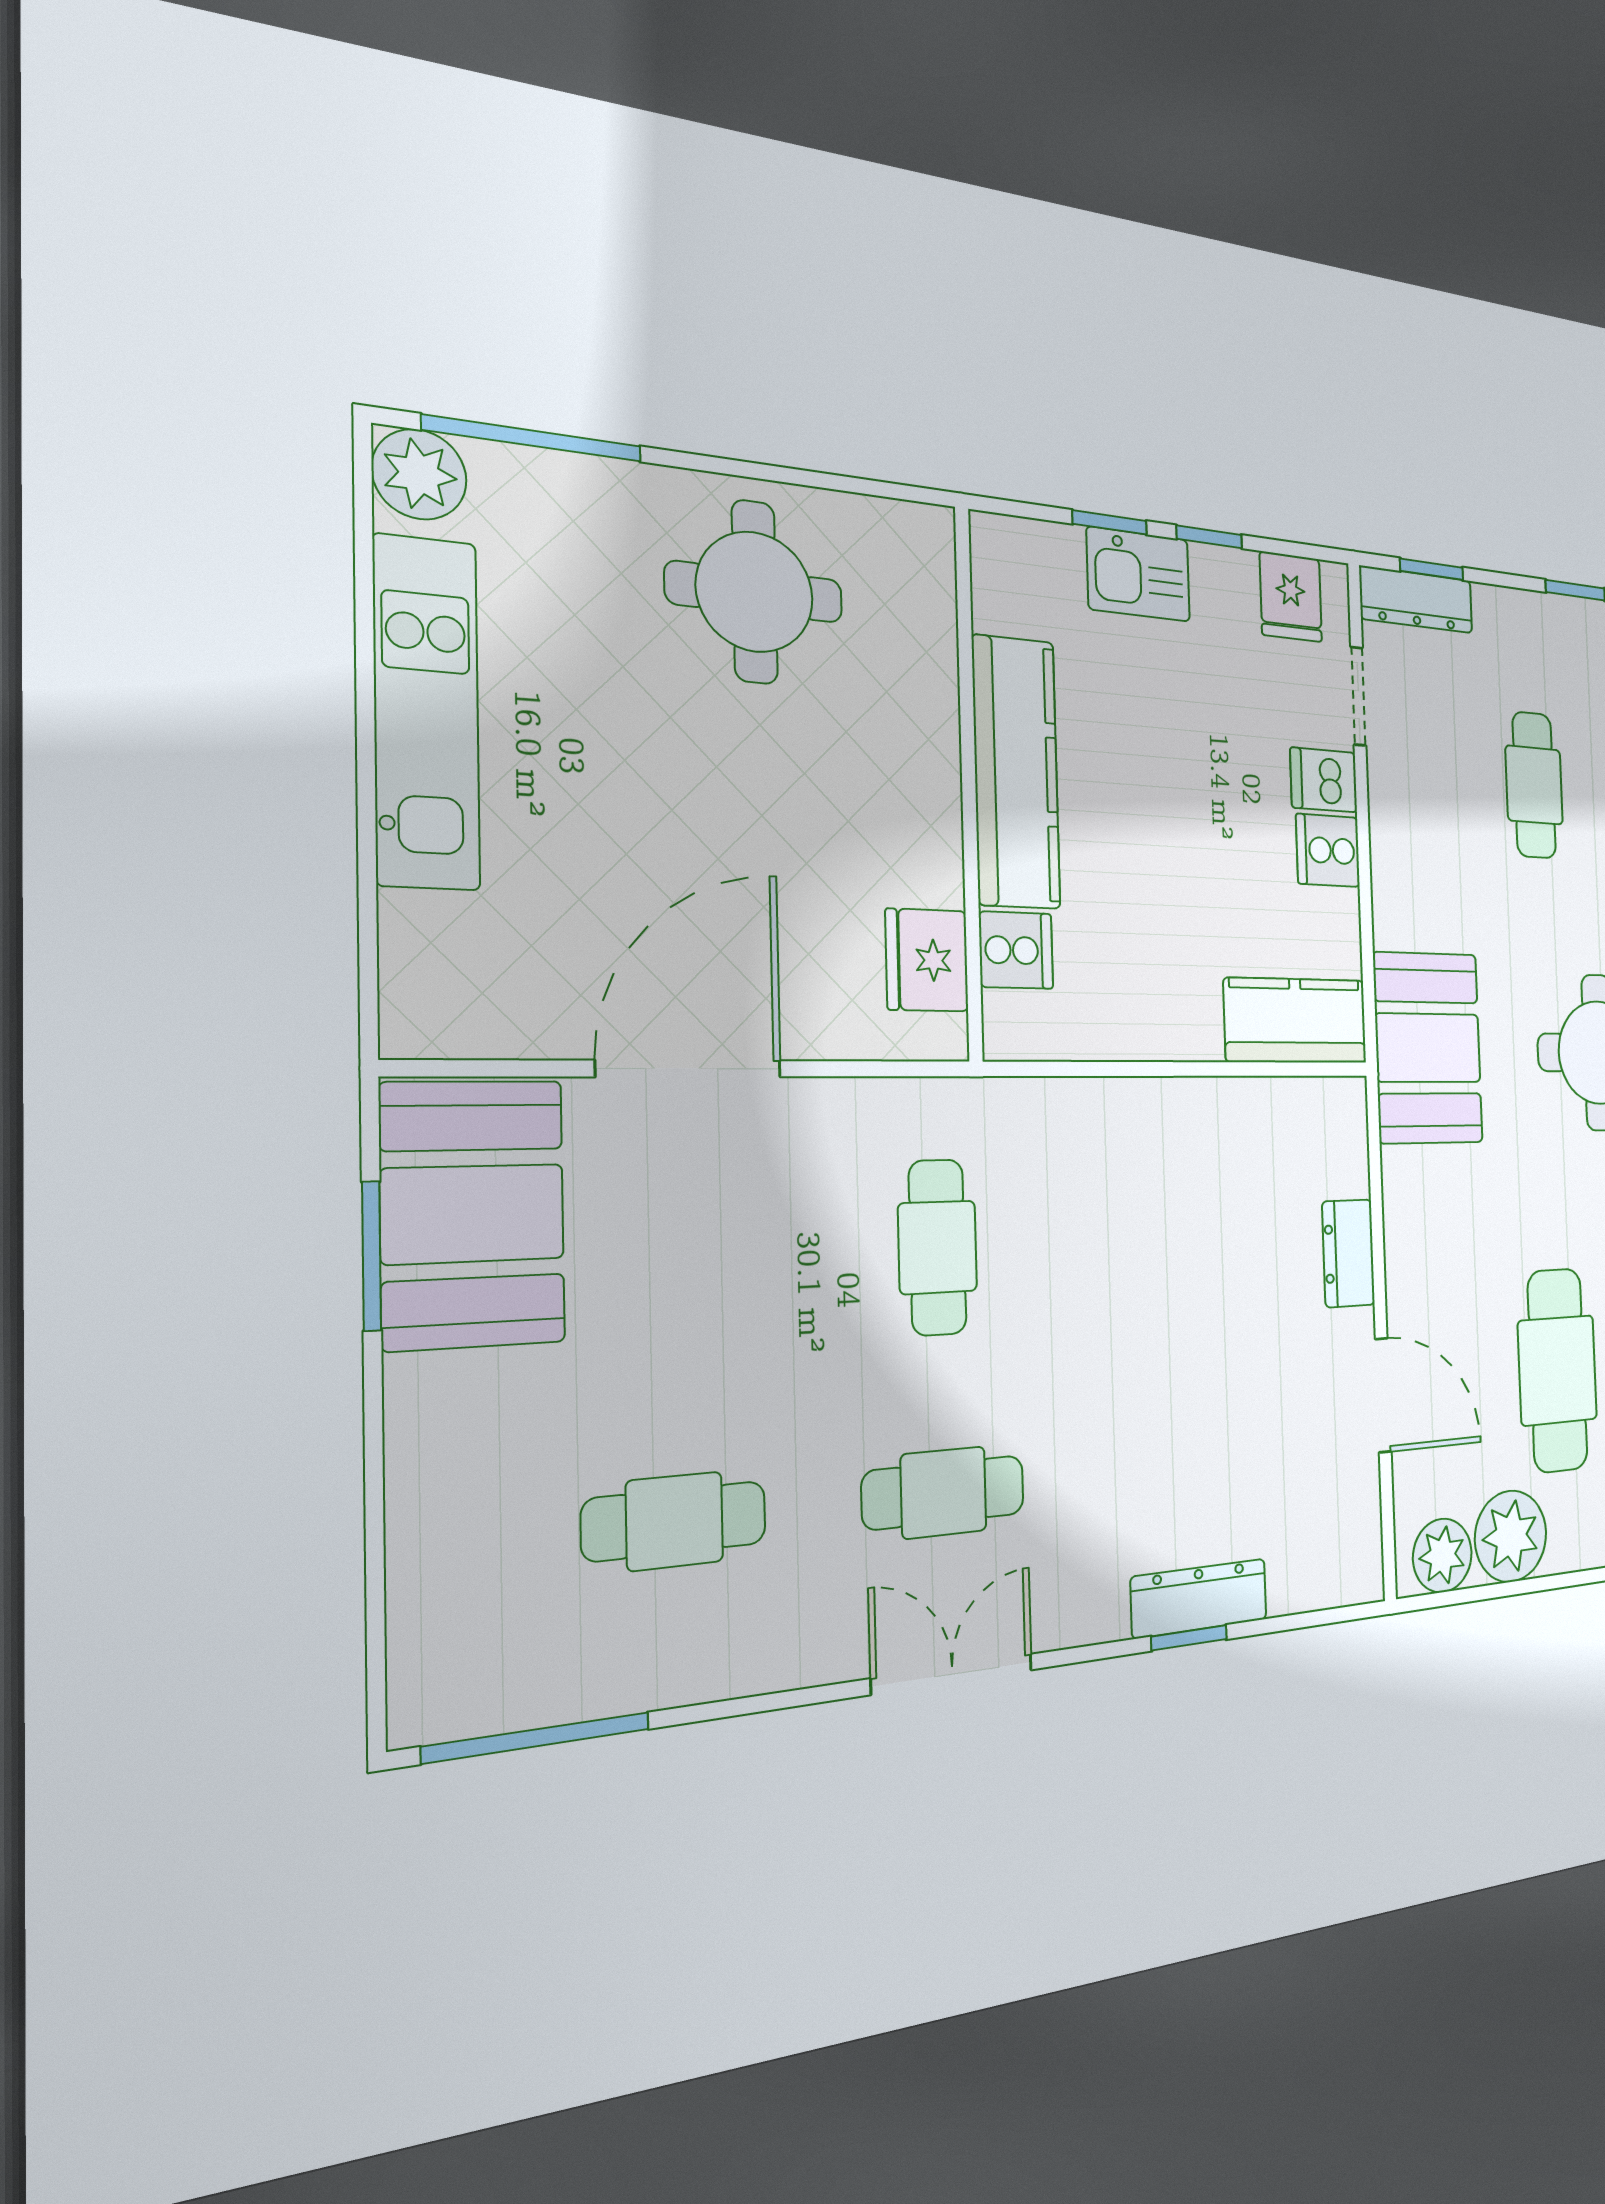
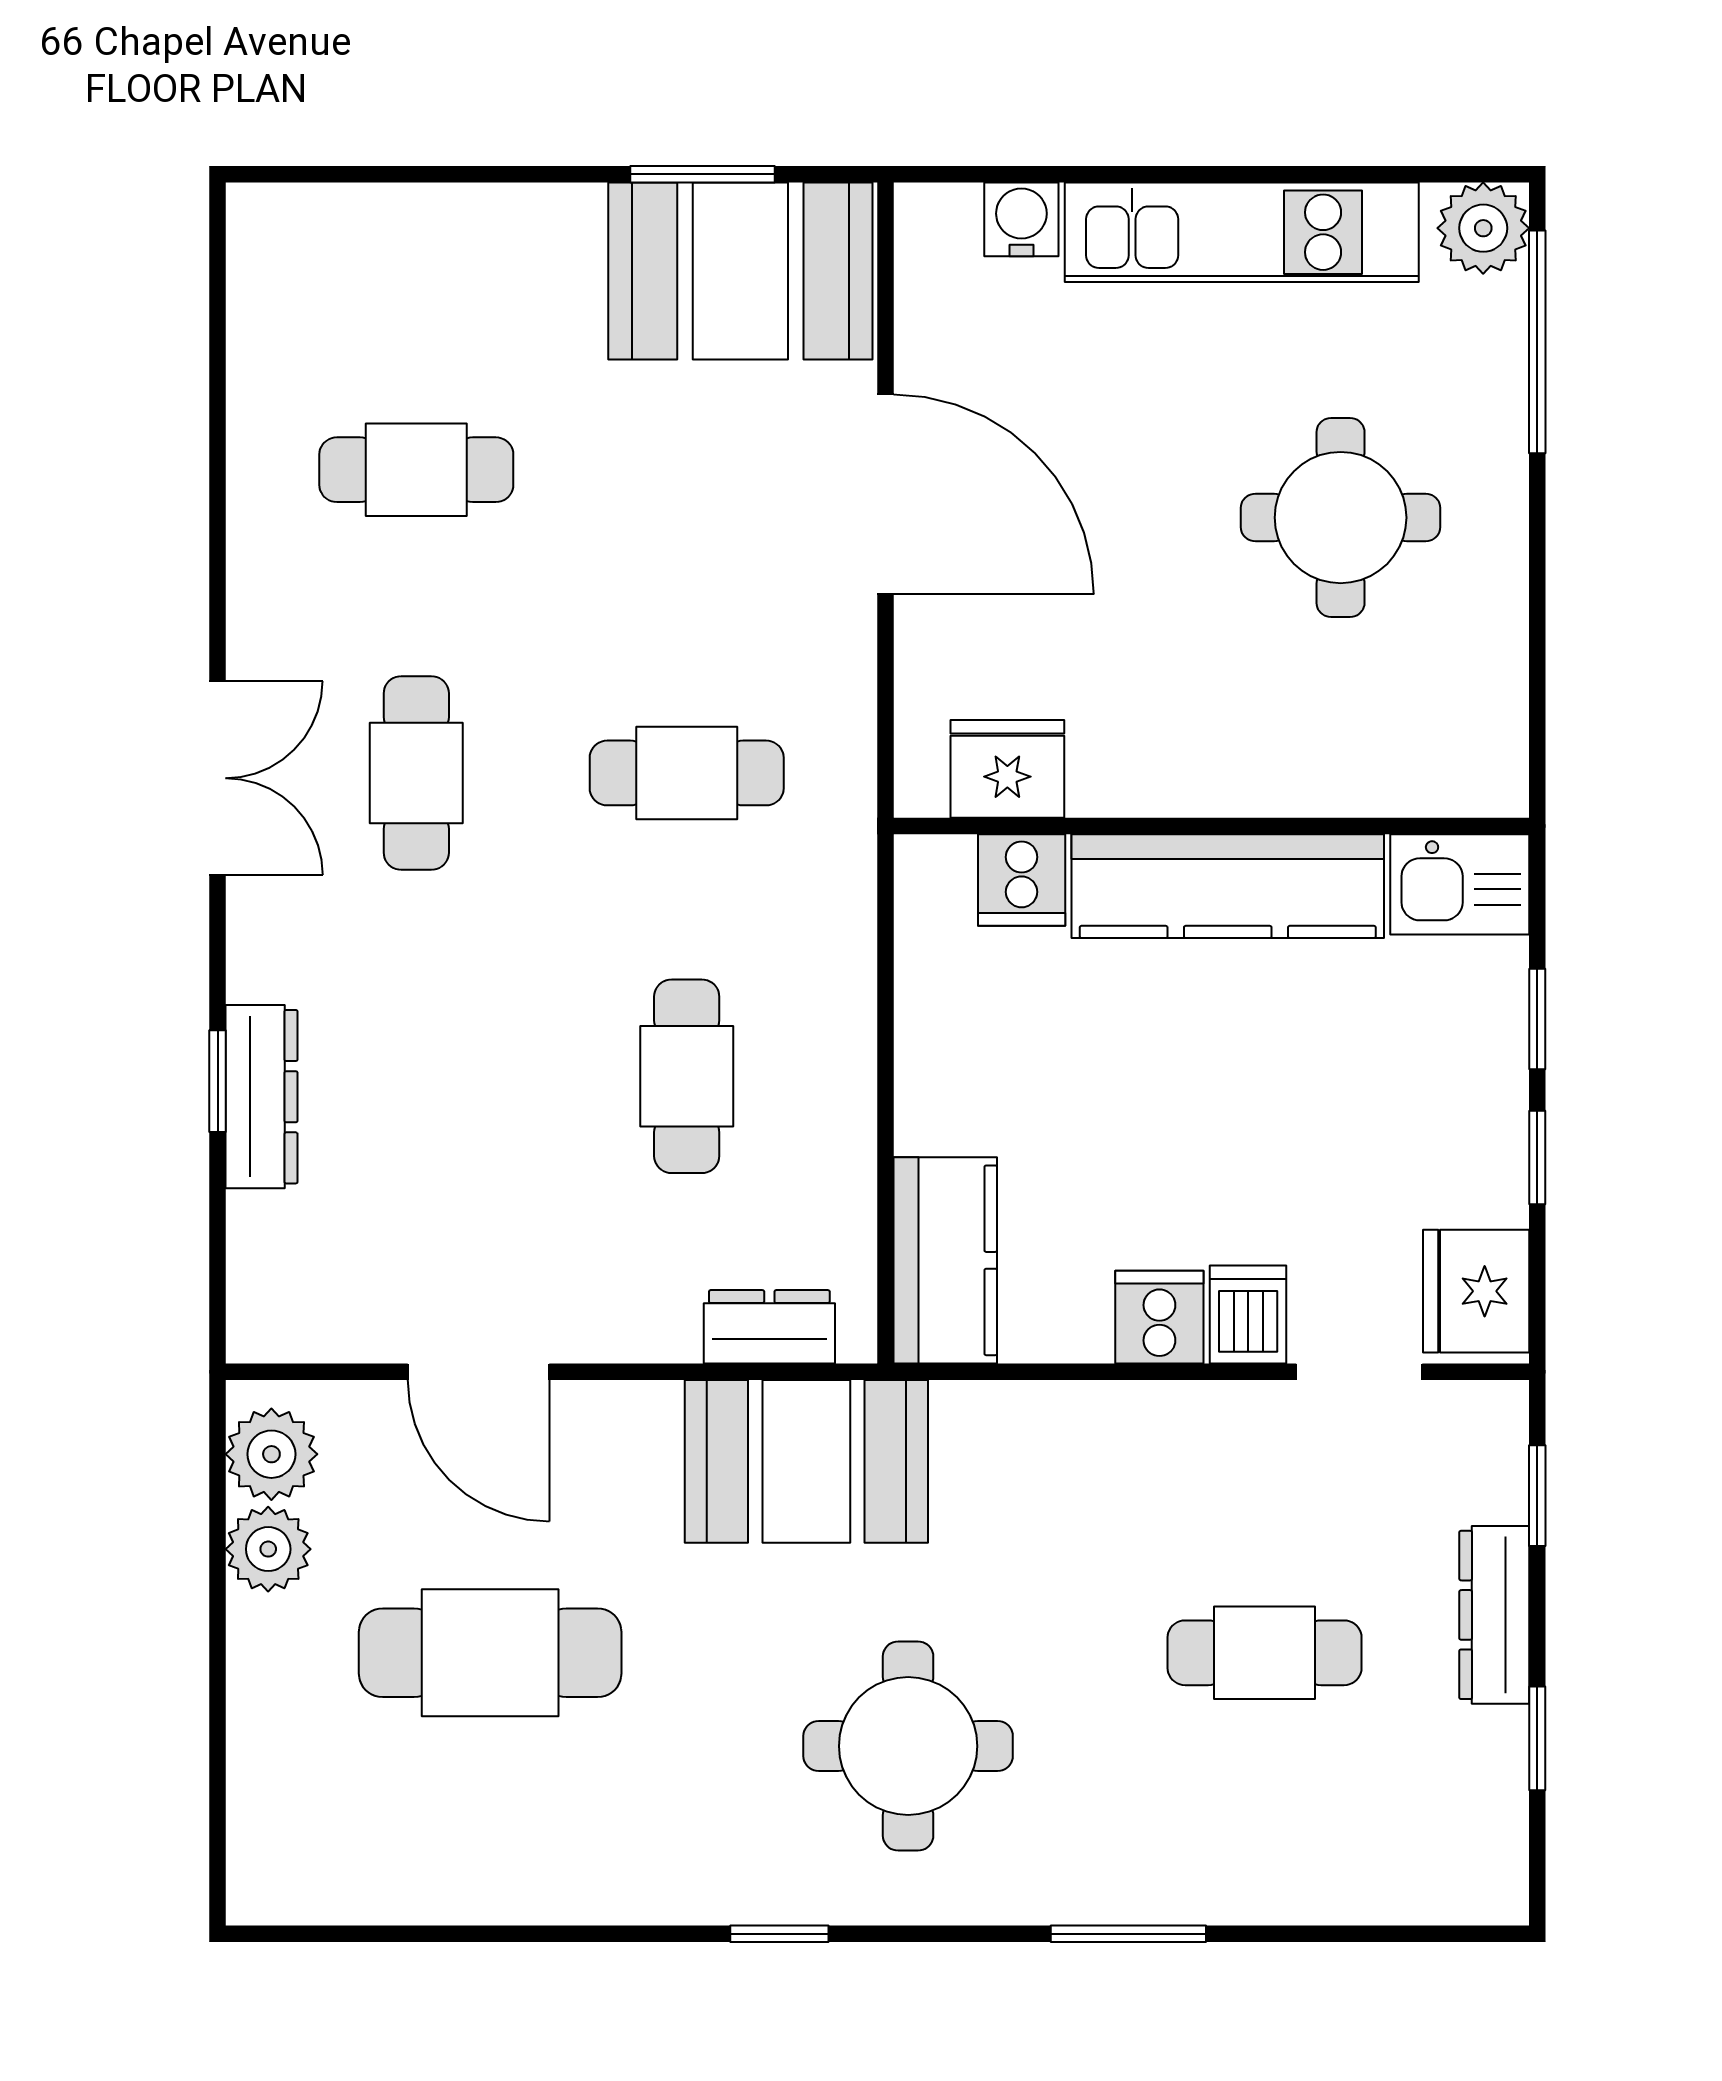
kitchen sink: (1138, 574) -> (1460, 884), moved, turned -90
round table: (755, 592) -> (1341, 518), moved
fridge: (1291, 597) -> (1476, 1291), width x1.38
dresser: (1416, 600) -> (1494, 1615), moved
water cooler: (416, 931) -> (1021, 219), added
booth: (1428, 1048) -> (806, 1461), moved
cafe table: (1173, 1237) -> (687, 1076), added
dresser: (1348, 1253) -> (769, 1327), moved
door: (1383, 1395) -> (479, 1372), hinge flipped
cafe table: (675, 1521) -> (416, 470), turned 90
plant: (1511, 1536) -> (268, 1549), width x0.73, depth x0.73
window: (537, 1738) -> (218, 326), removed

